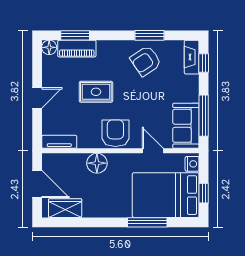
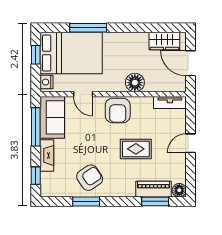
fireplace: (192, 57) -> (47, 155), moved

